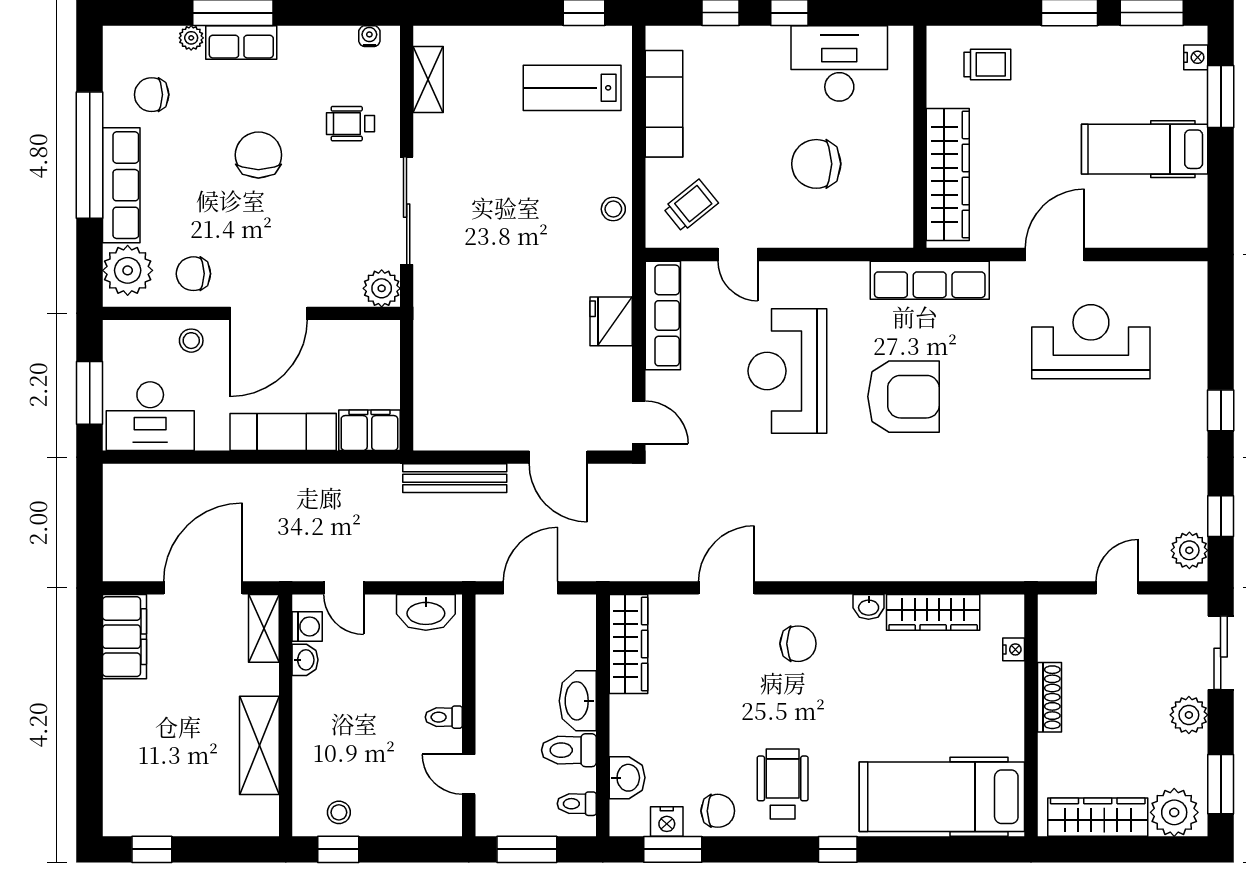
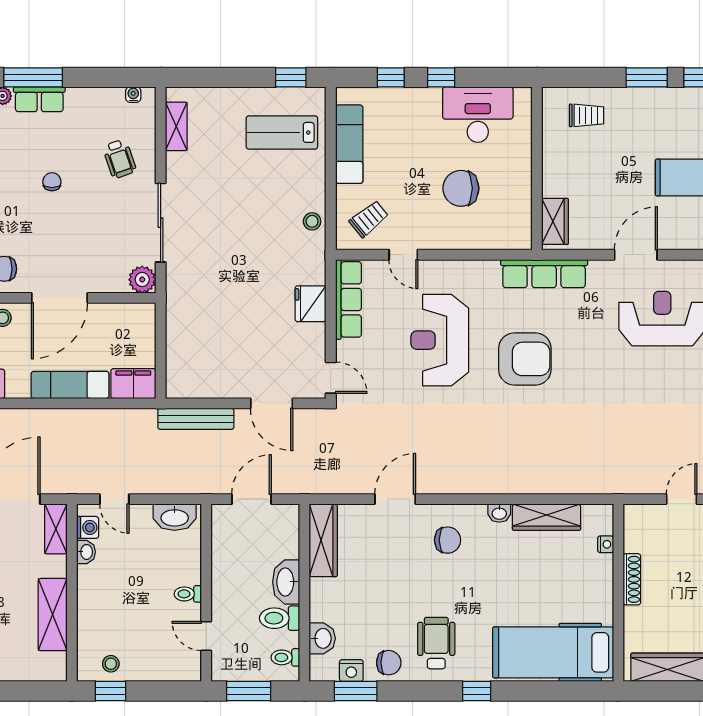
wheelchair: (351, 124) -> (119, 159), turned -109
chair: (258, 155) -> (52, 182), width x0.54, depth x0.54
wardrobe: (948, 174) -> (555, 221), width x0.48, depth x0.85

